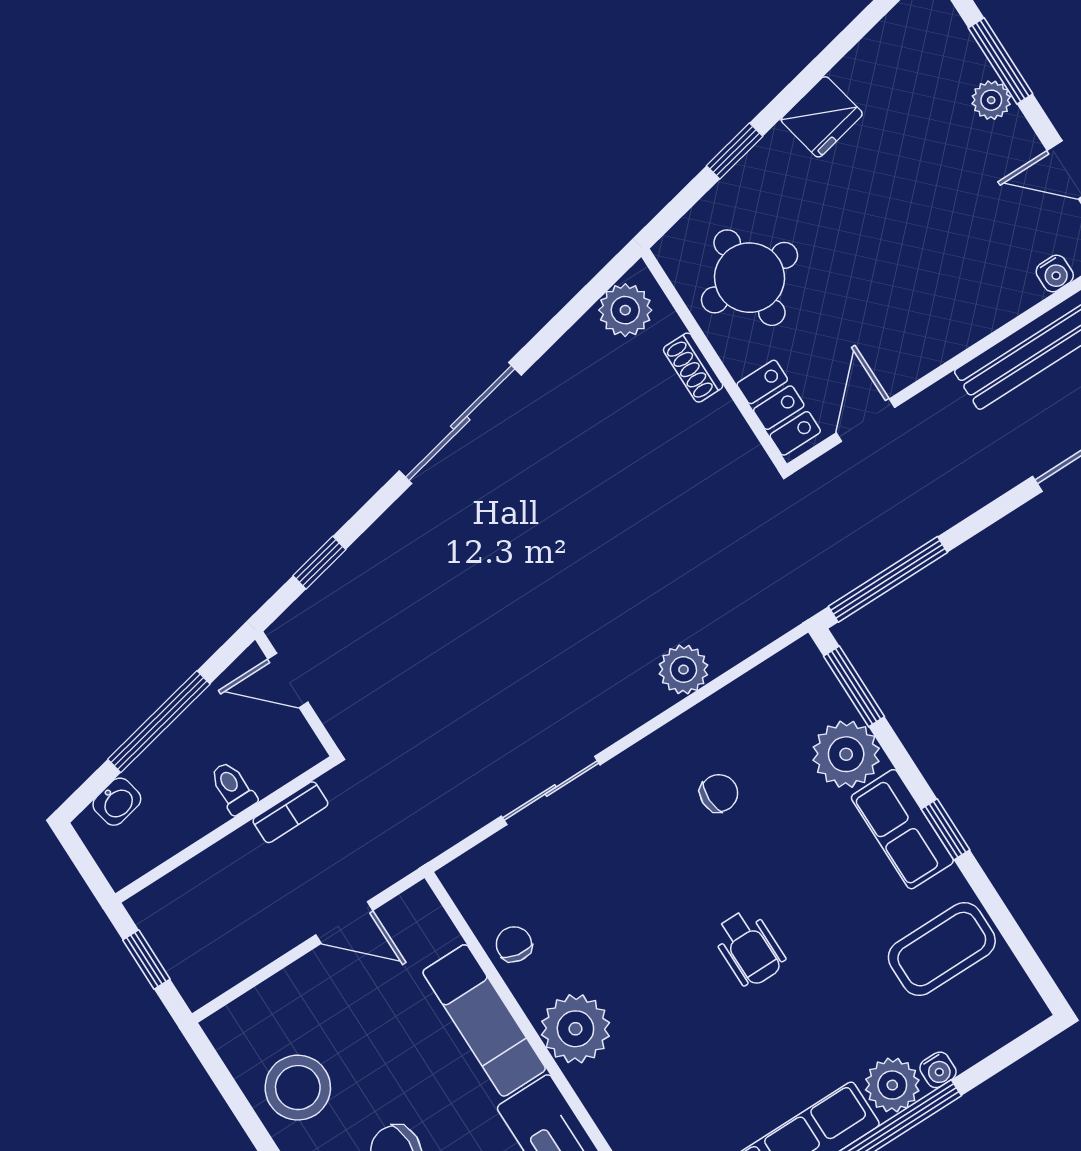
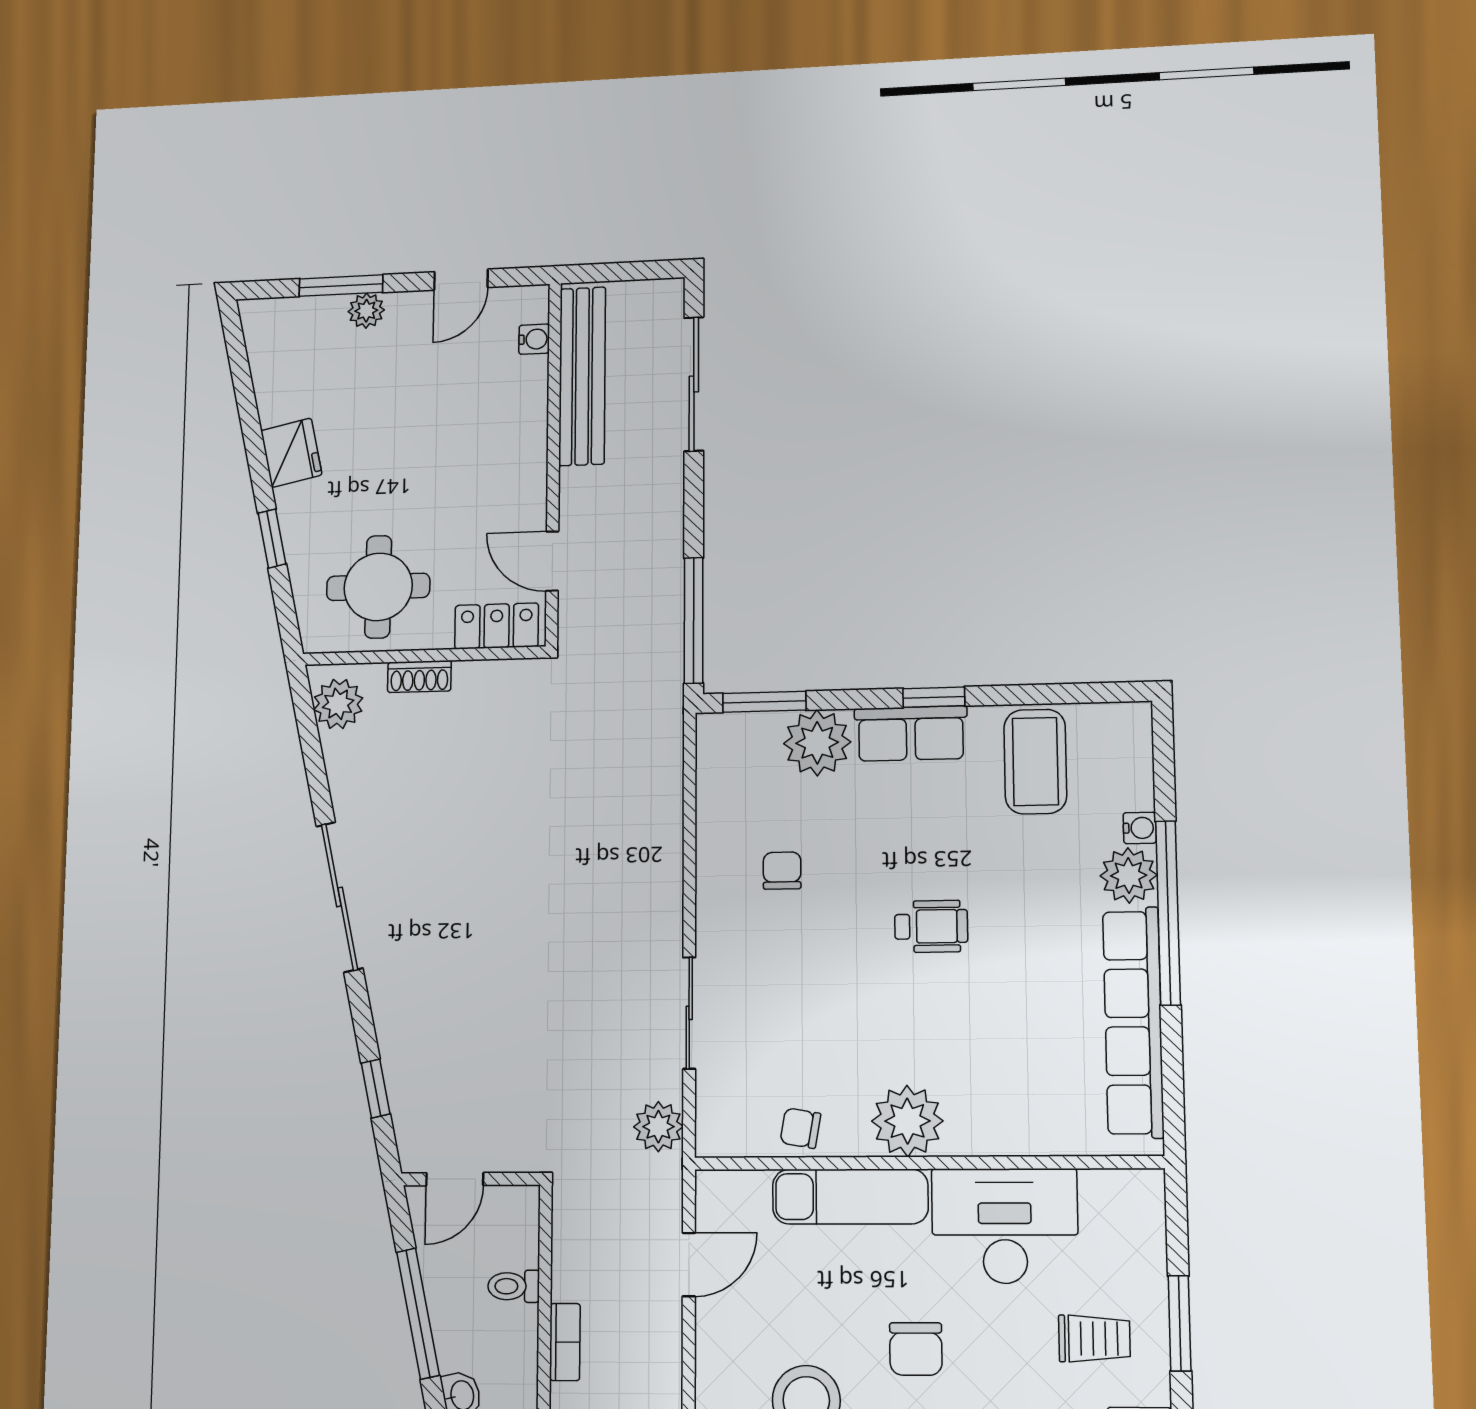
plant: (683, 670) -> (658, 1127), moved
bookcase: (290, 812) -> (565, 1342), moved

